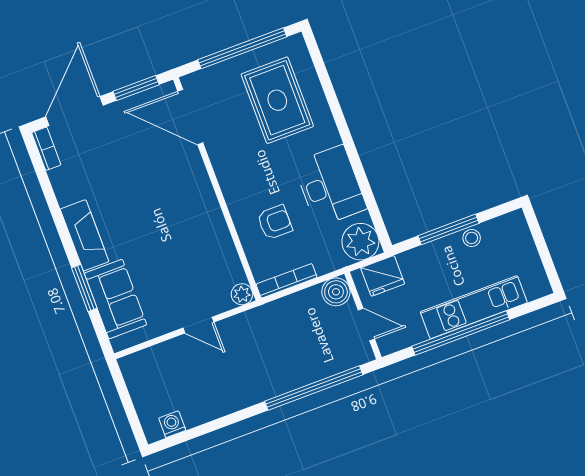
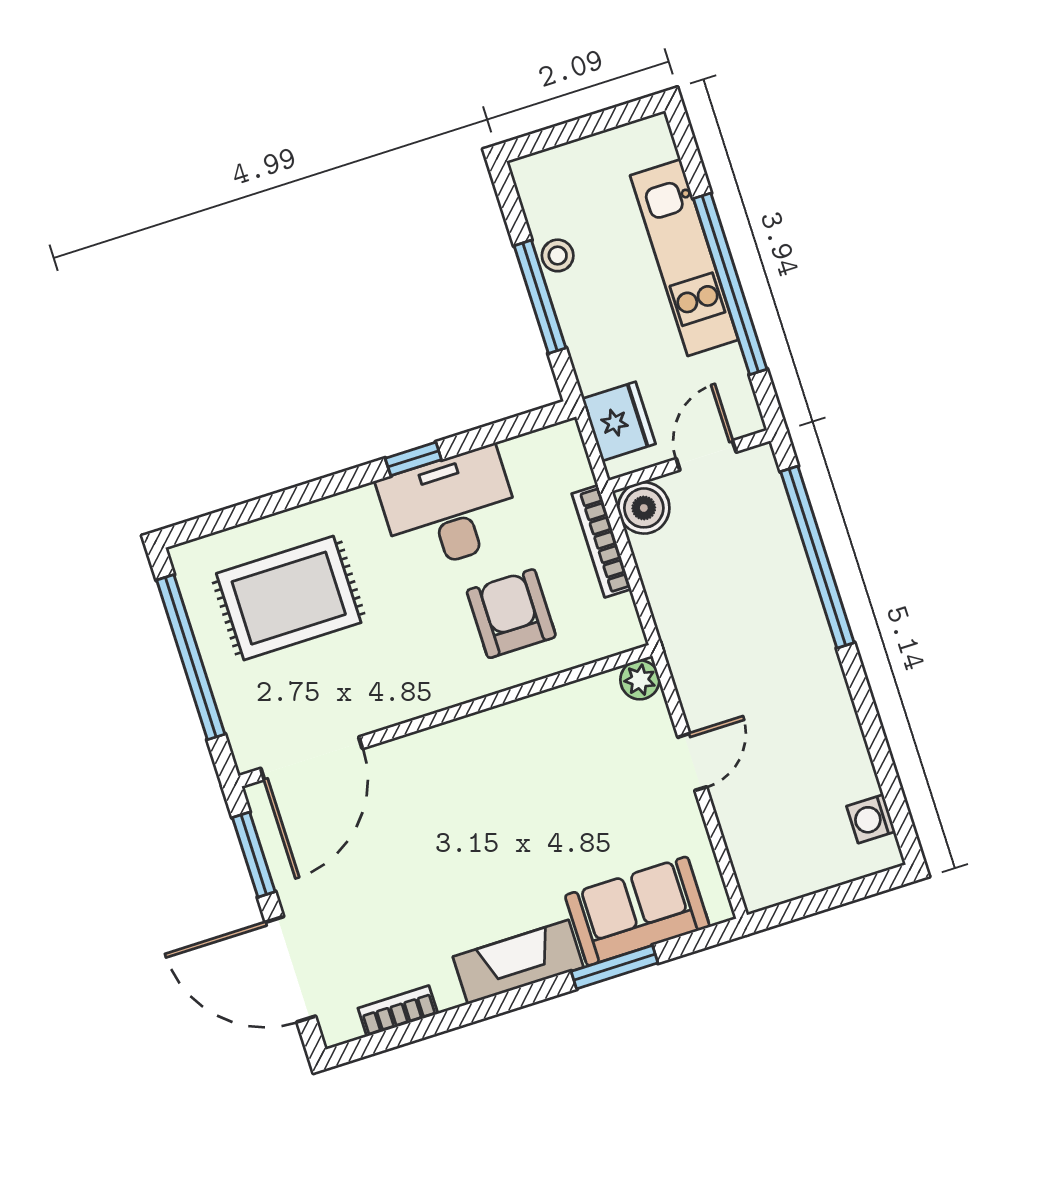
bookcase: (46, 149) -> (398, 1011), moved
window: (357, 165) -> (413, 459), added
armchair: (275, 222) -> (511, 614), width x1.38, depth x1.38
plant: (360, 242) -> (554, 459), removed
bookcase: (287, 281) -> (601, 541), moved

